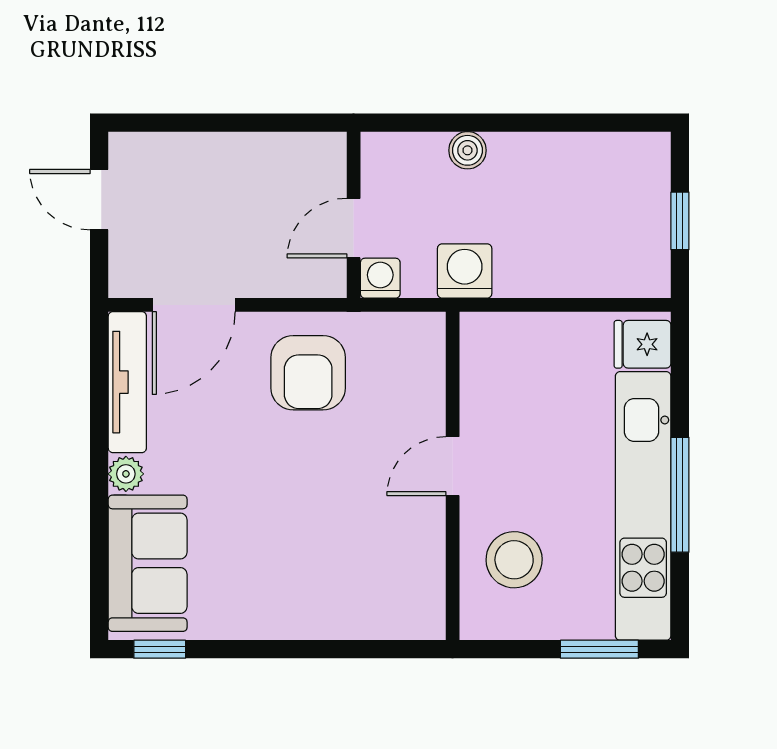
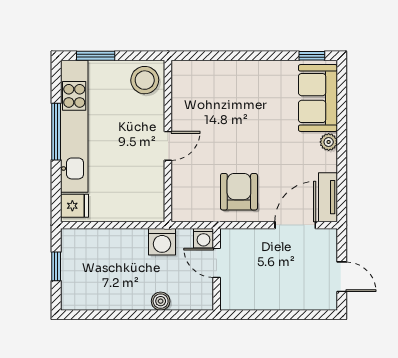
door: (354, 228) -> (217, 263), swing flipped
tv unit: (127, 382) -> (328, 197), width x0.71
stool: (514, 560) -> (145, 80), moved

